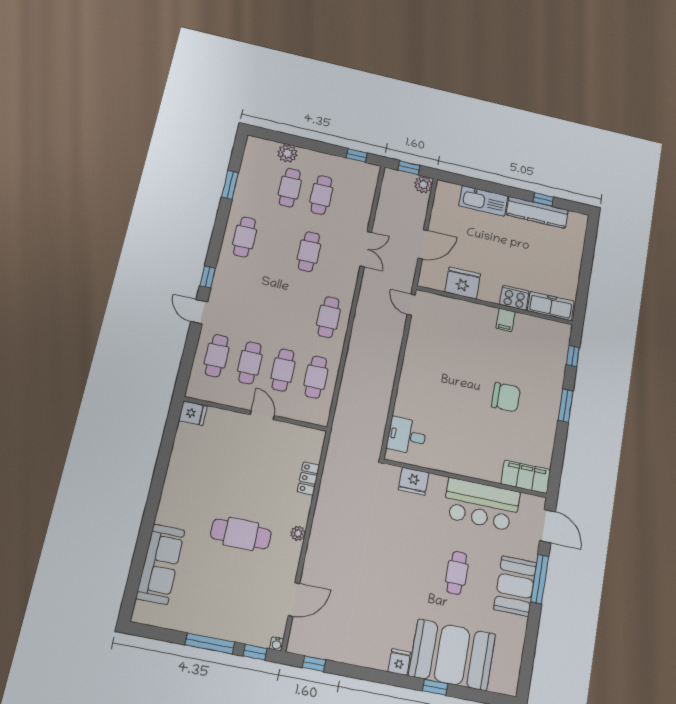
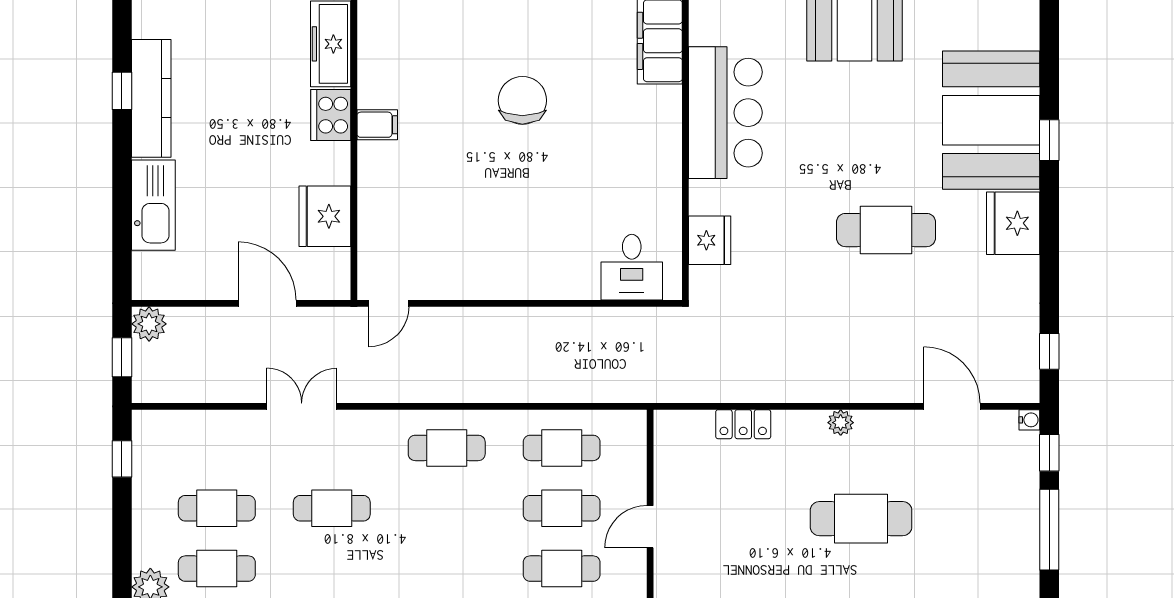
cafe table: (241, 534) -> (861, 519), turned 90
cafe table: (457, 573) -> (886, 230), moved, width x1.37, depth x1.35
fridge: (399, 662) -> (1013, 223), width x1.88, depth x1.34

